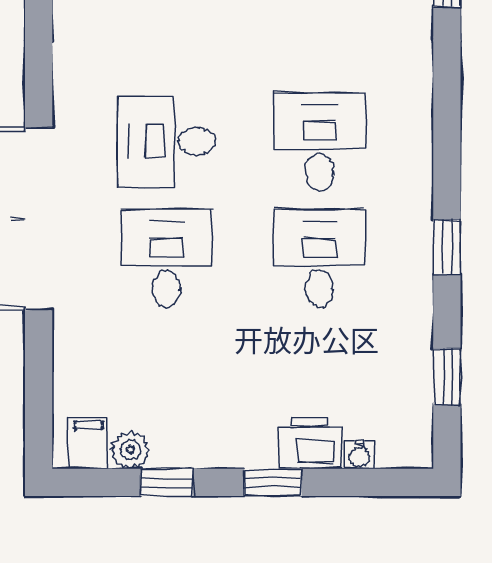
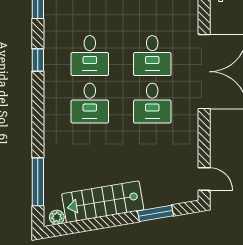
desk: (166, 141) -> (152, 103), turned 90

